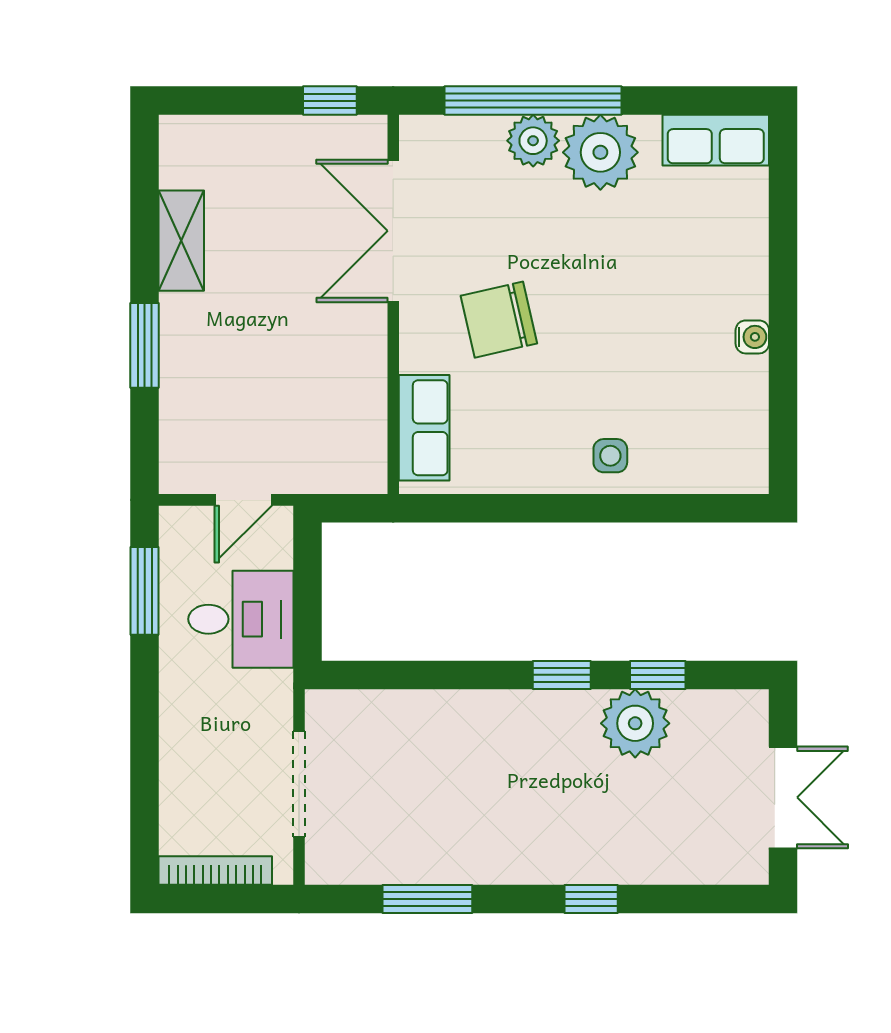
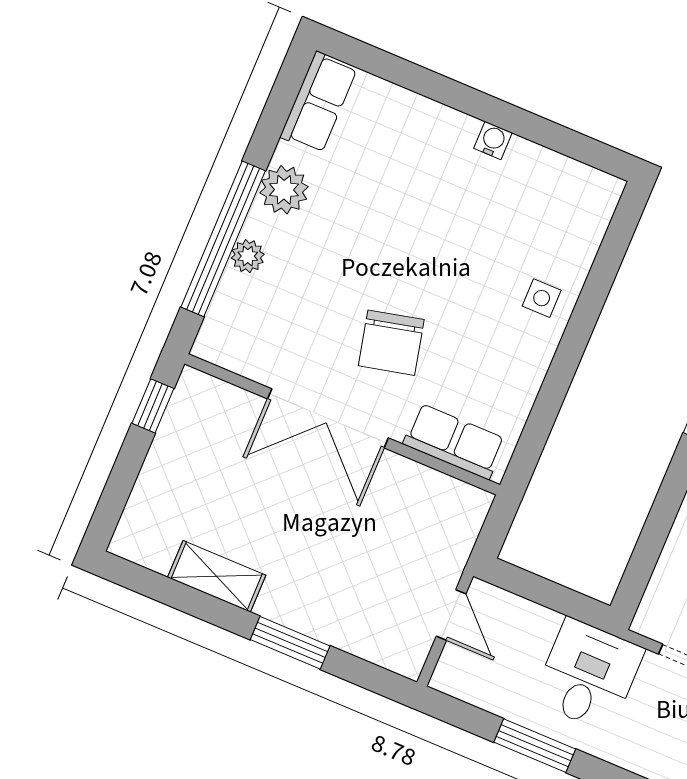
plant: (533, 141) -> (248, 256), width x0.73, depth x0.73
plant: (600, 152) -> (284, 190), width x0.73, depth x0.73
double door: (393, 231) -> (328, 418), moved
window: (145, 591) -> (535, 746), moved
desk: (241, 619) -> (588, 675), moved

